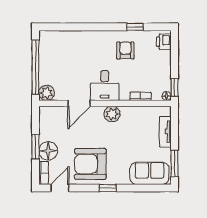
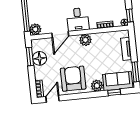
window: (35, 147) -> (30, 57), moved
floor lamp: (48, 151) -> (40, 58), moved
armchair: (90, 164) -> (73, 79), turned 90
plant: (121, 177) -> (97, 86), added
window: (108, 188) -> (114, 92), moved

